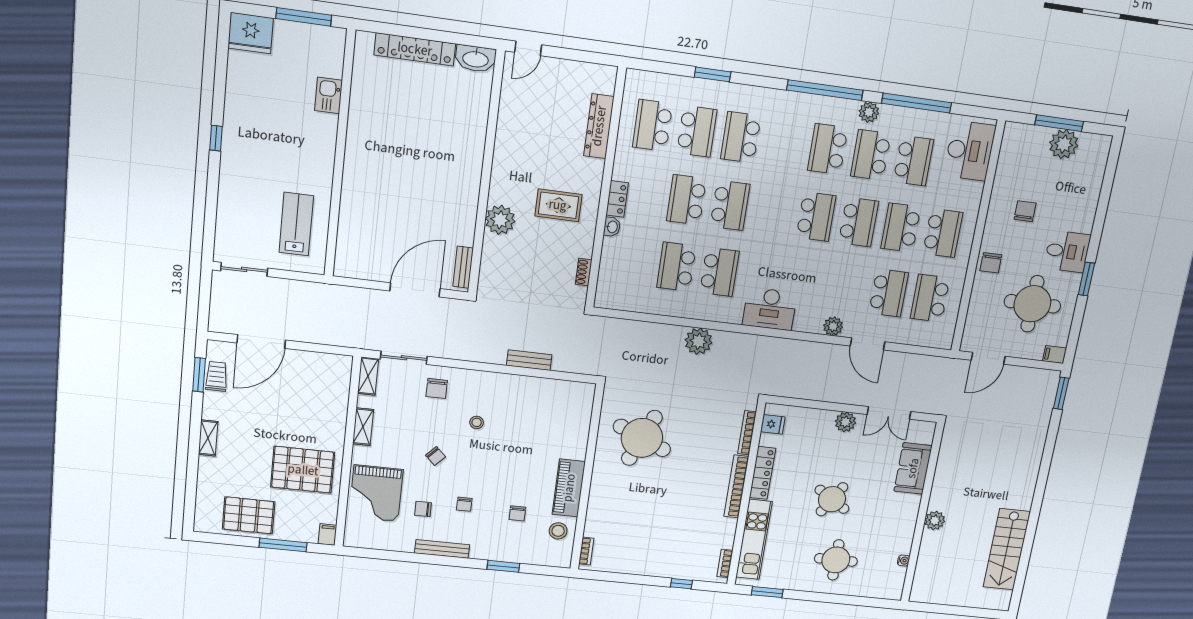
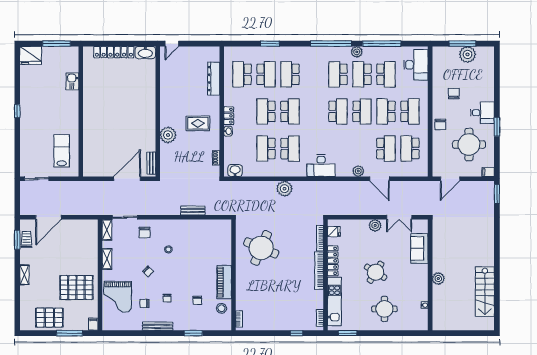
washbasin: (615, 299) -> (235, 171), added

